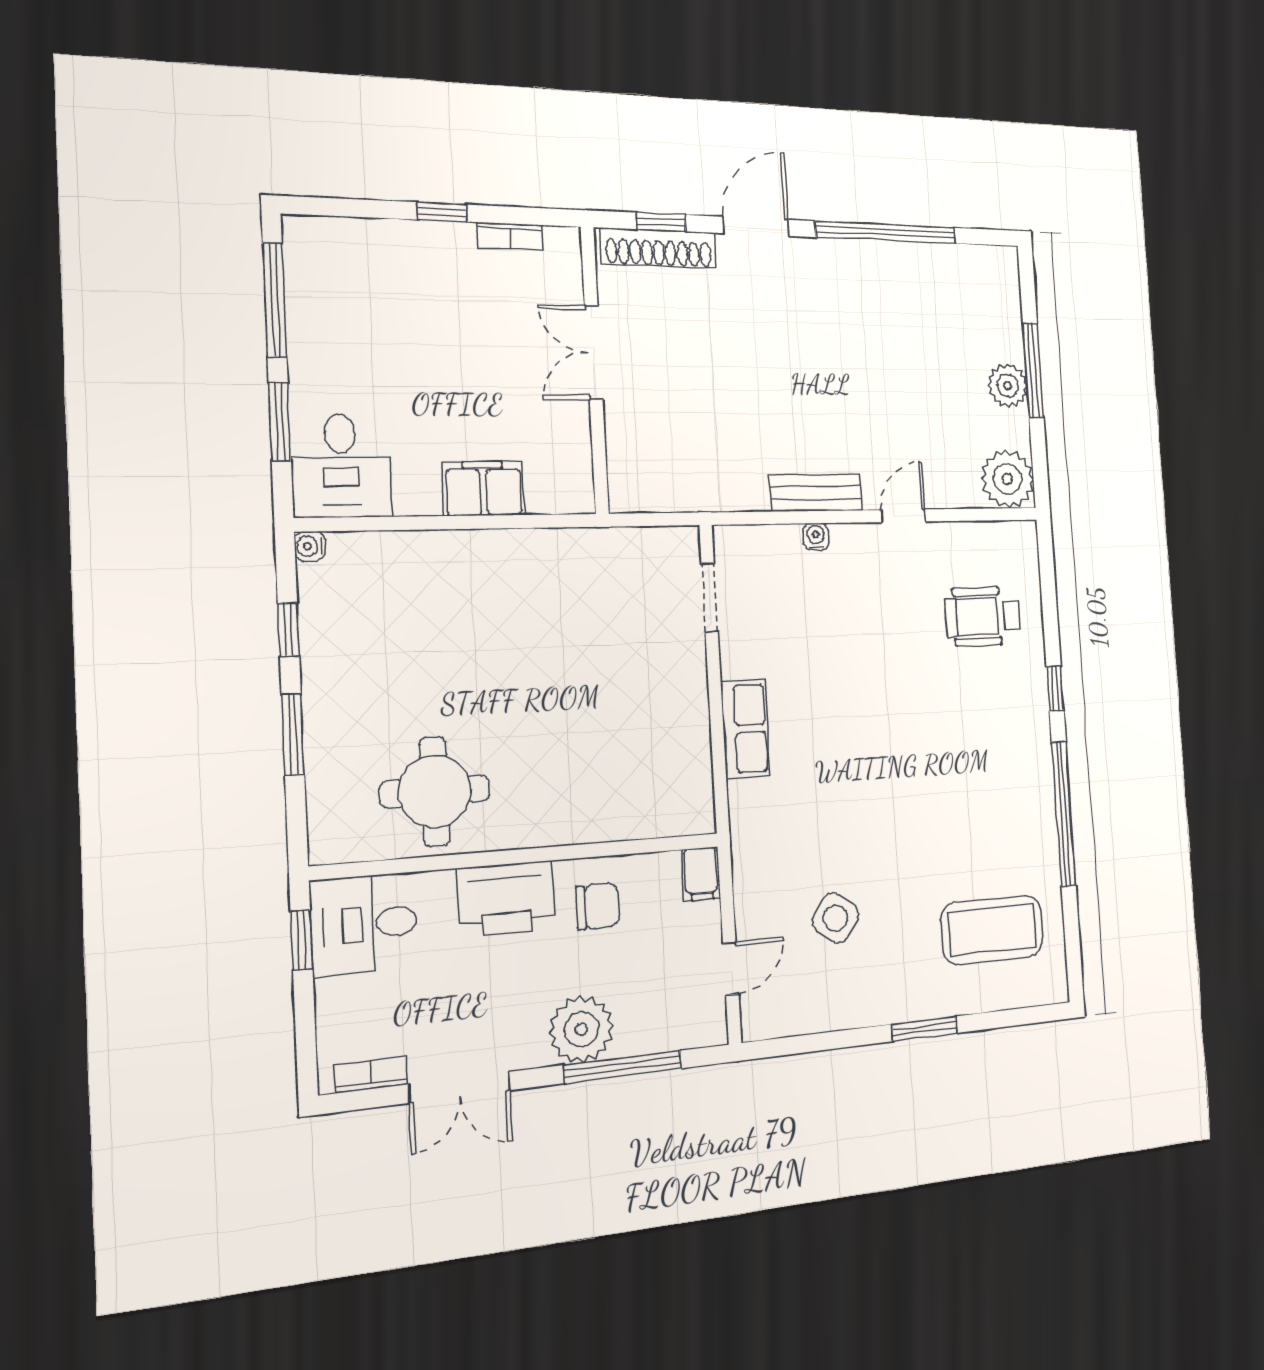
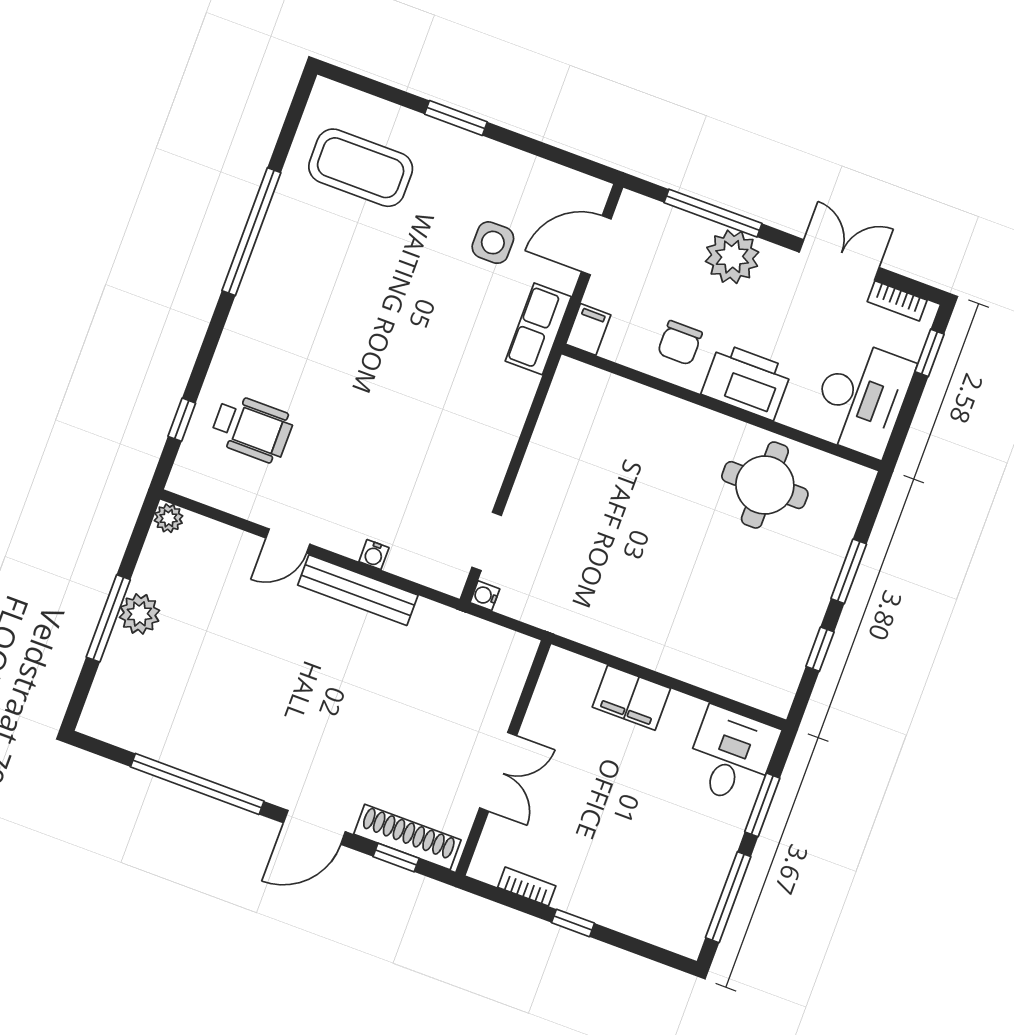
plant: (1007, 479) -> (169, 518), width x0.53, depth x0.53
bench: (816, 493) -> (358, 590), width x1.36
water cooler: (310, 546) -> (485, 596), moved, turned 180
window: (1055, 688) -> (182, 420), moved
row of seats: (745, 729) -> (538, 329), moved
chair: (598, 906) -> (680, 343), turned -90
side table: (835, 918) -> (493, 243), turned -35
desk: (364, 924) -> (861, 398), width x1.37
window: (302, 940) -> (930, 353), moved
door: (731, 968) -> (596, 245), width x1.37

